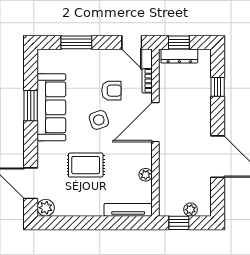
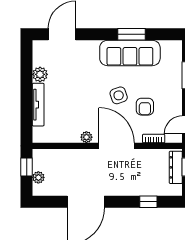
rug: (86, 165) -> (78, 84), removed
plant: (146, 175) -> (86, 137), moved
plant: (46, 208) -> (40, 74), moved
tv unit: (128, 210) -> (38, 105), moved

